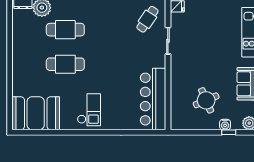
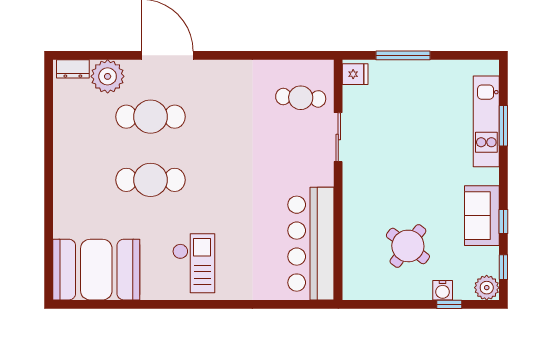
cafe table: (147, 19) -> (301, 98), turned 60
round table: (206, 100) -> (408, 246), turned -30

